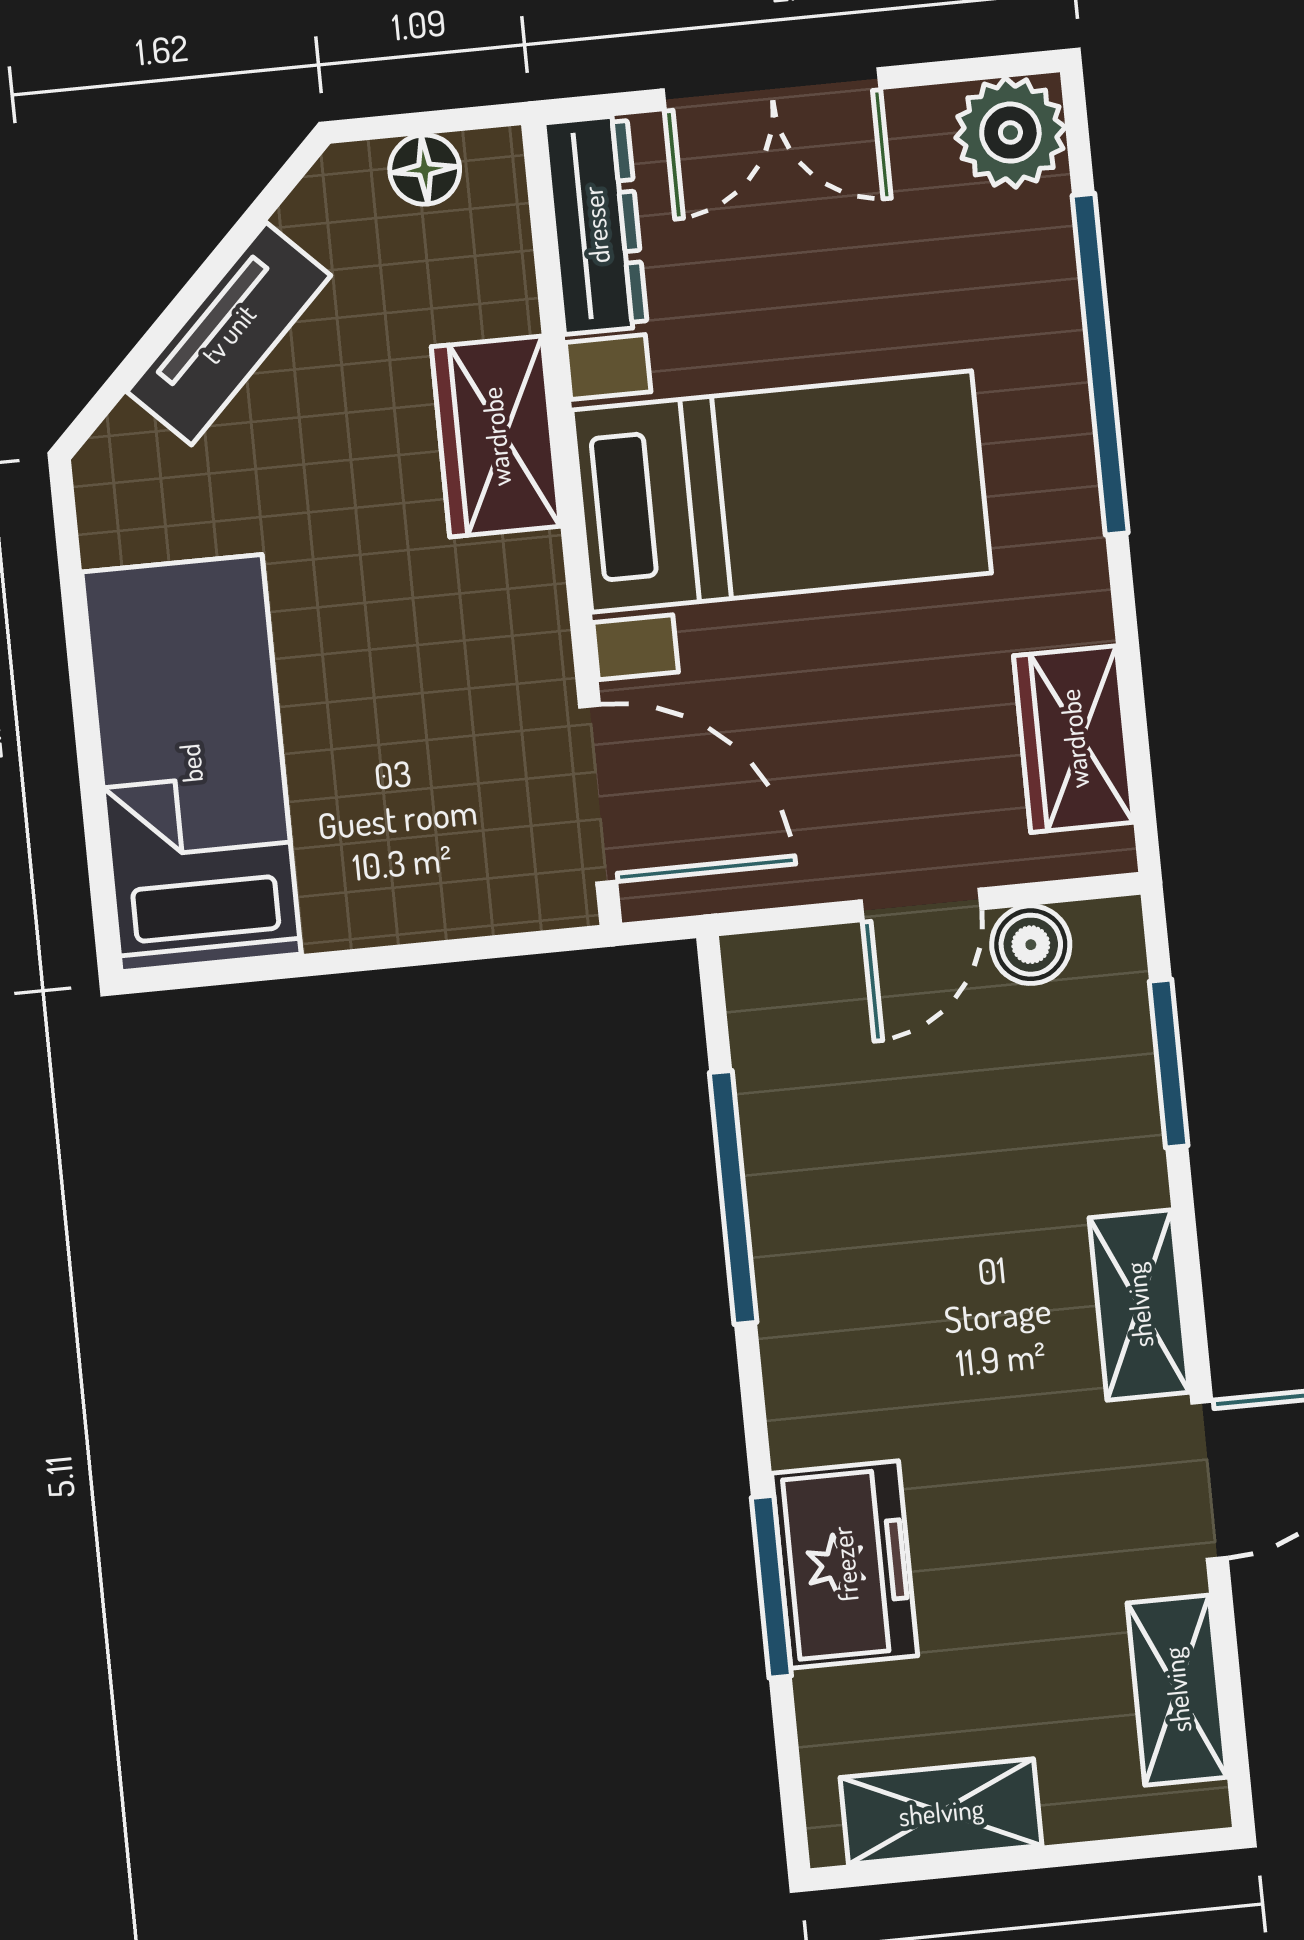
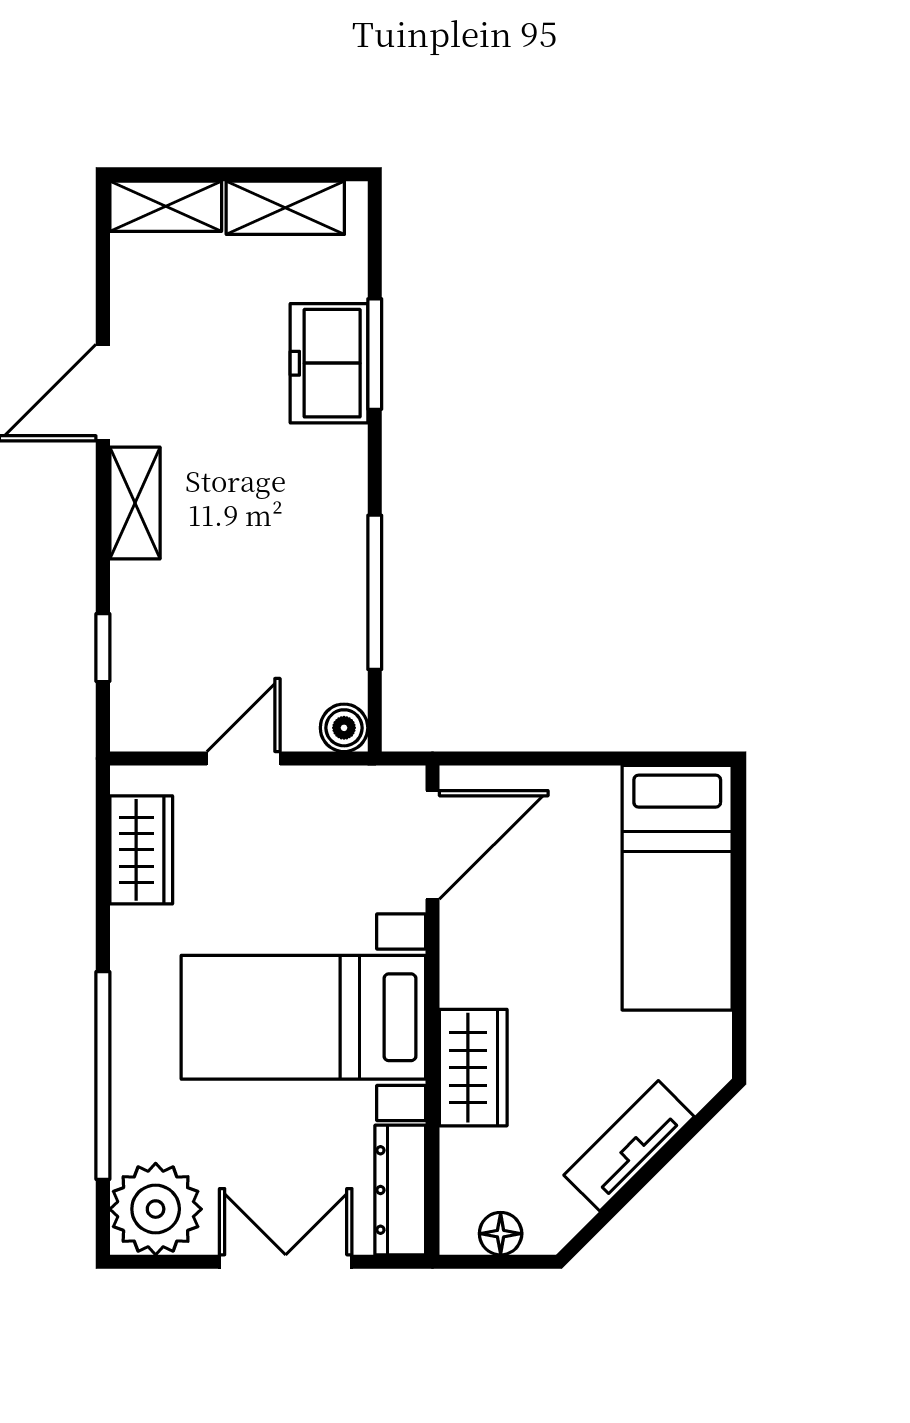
plant: (1010, 133) -> (156, 1209), width x1.36, depth x1.36
door: (598, 794) -> (433, 845), swing flipped
boiler: (1031, 945) -> (344, 728), moved
window: (1169, 1064) -> (103, 648), width x0.67
shelving: (1177, 1690) -> (166, 206), moved, turned 90

